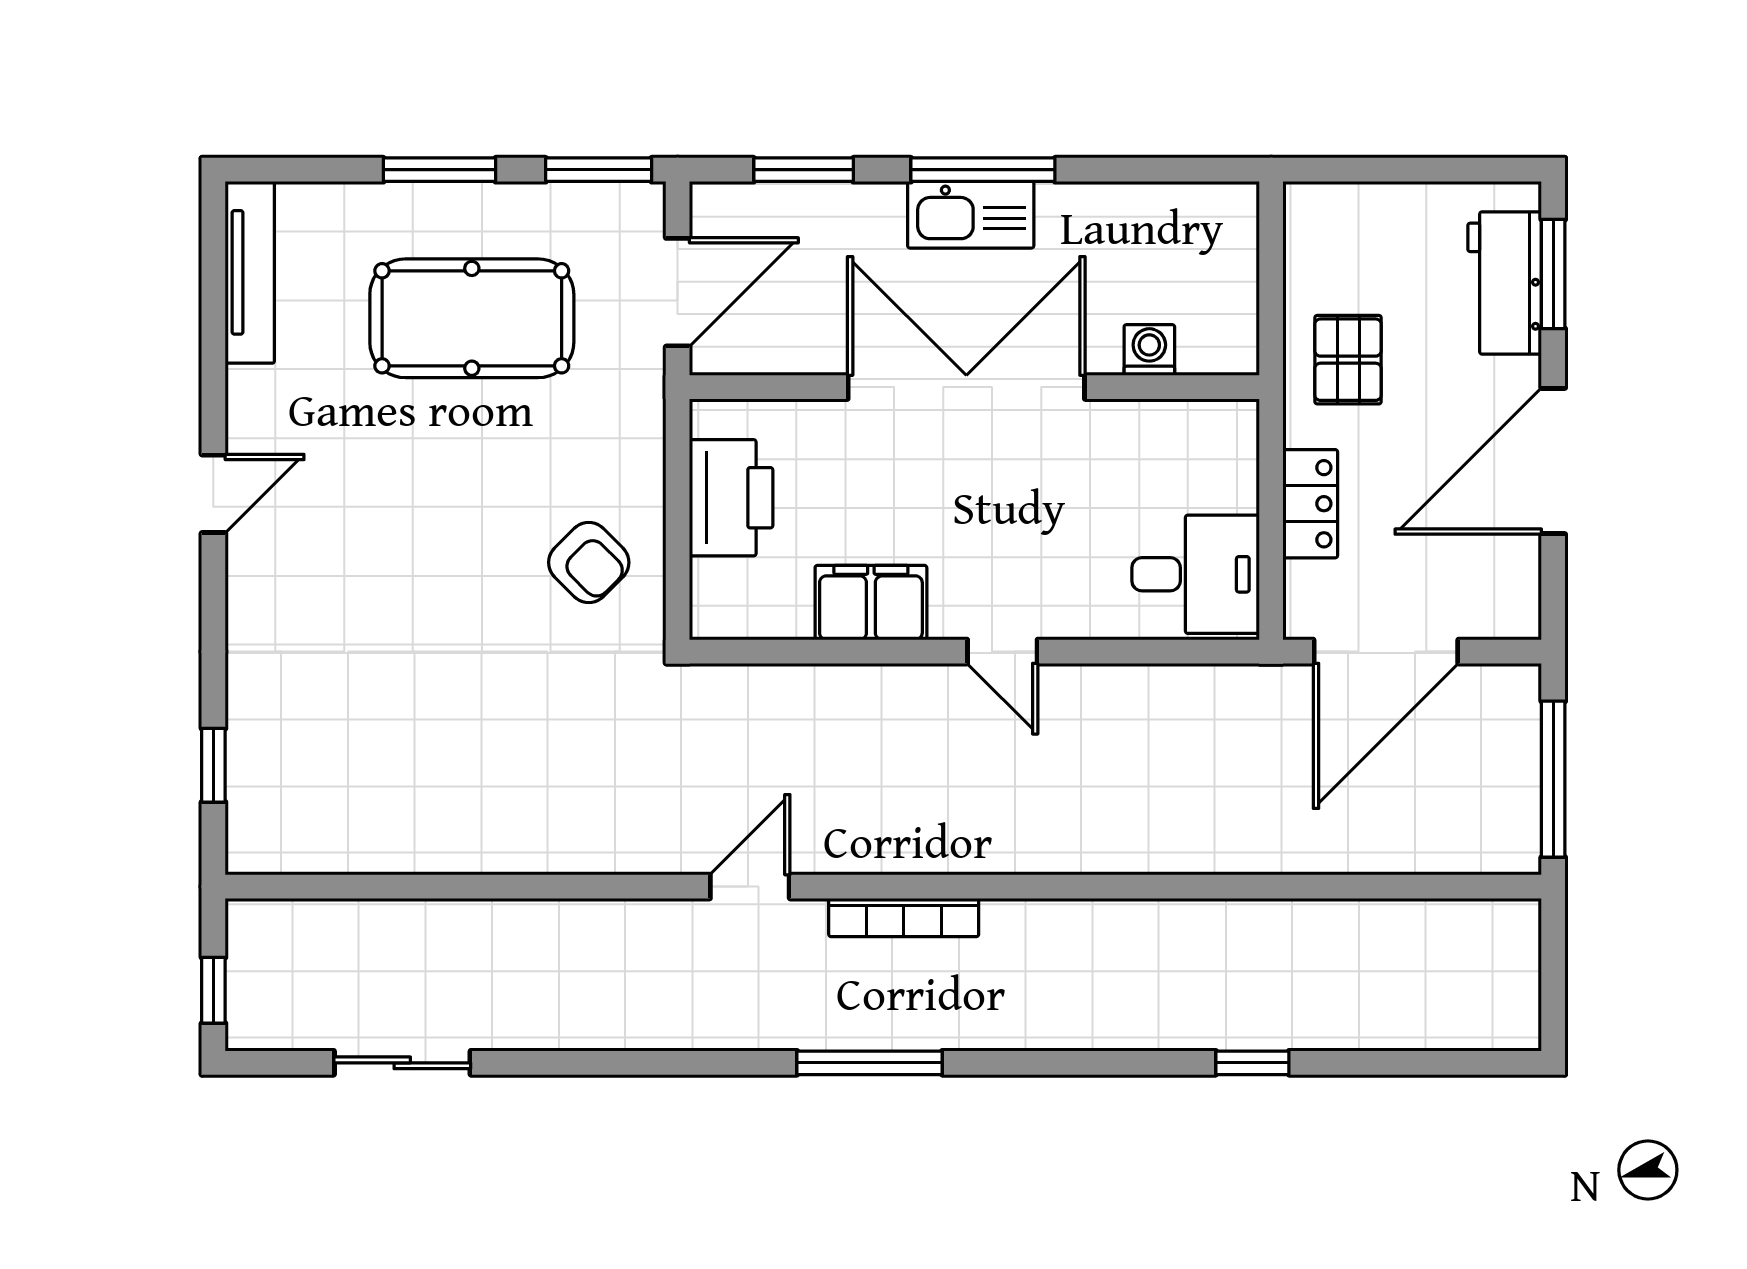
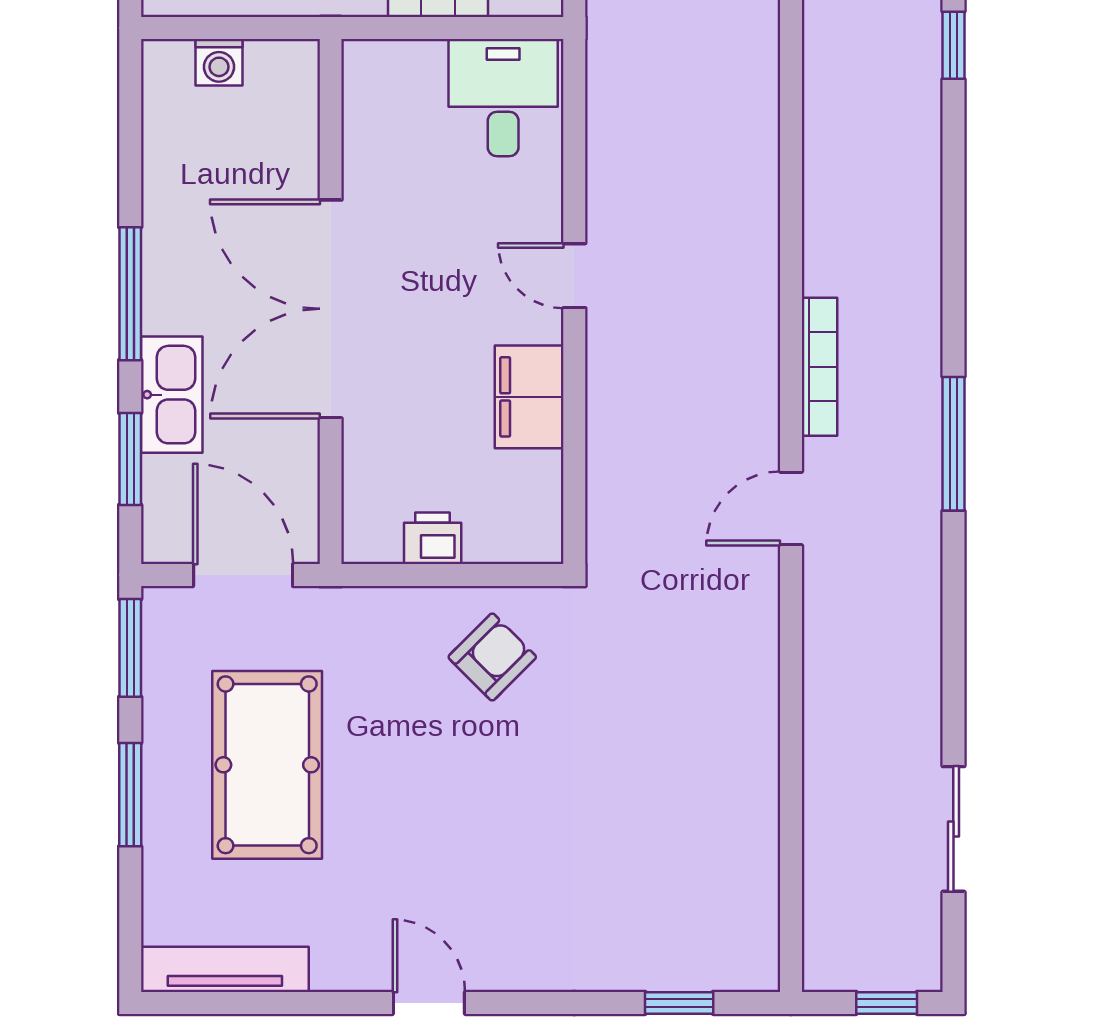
kitchen sink: (971, 215) -> (172, 395), moved
washing machine: (1149, 350) -> (219, 62), moved, turned -90
printer: (731, 498) -> (433, 538), width x0.53, depth x0.68
door: (1002, 652) -> (574, 276), swing flipped
door: (750, 887) -> (791, 508), hinge flipped
window: (870, 1063) -> (953, 444), moved

